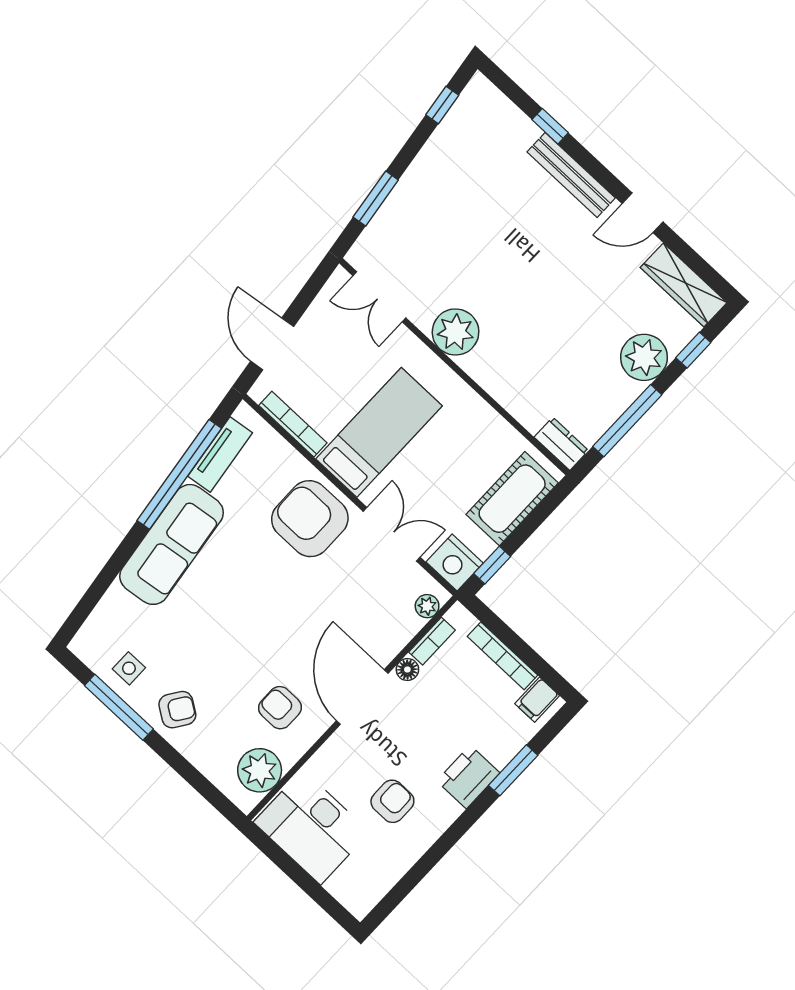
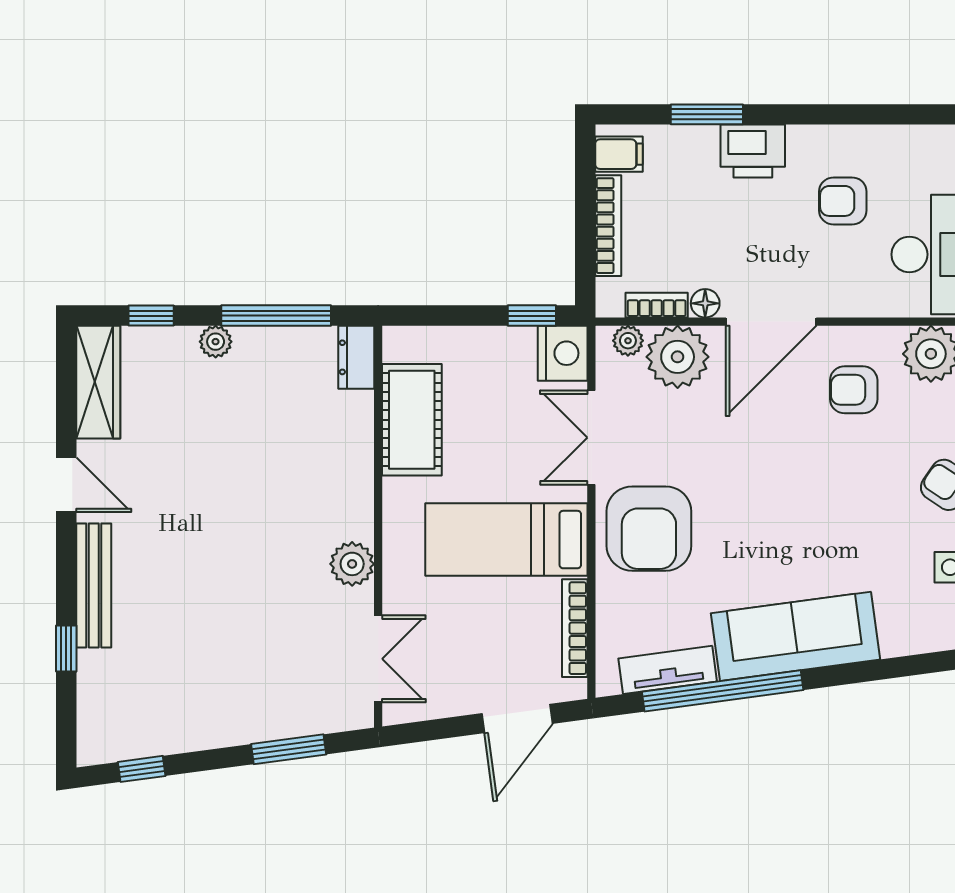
plant: (456, 332) -> (352, 564), width x0.73, depth x0.73
plant: (644, 357) -> (216, 342), width x0.53, depth x0.53
cot: (512, 499) -> (412, 420), moved, turned 90
plant: (392, 626) -> (678, 357), added
armchair: (280, 708) -> (854, 390), turned 90

